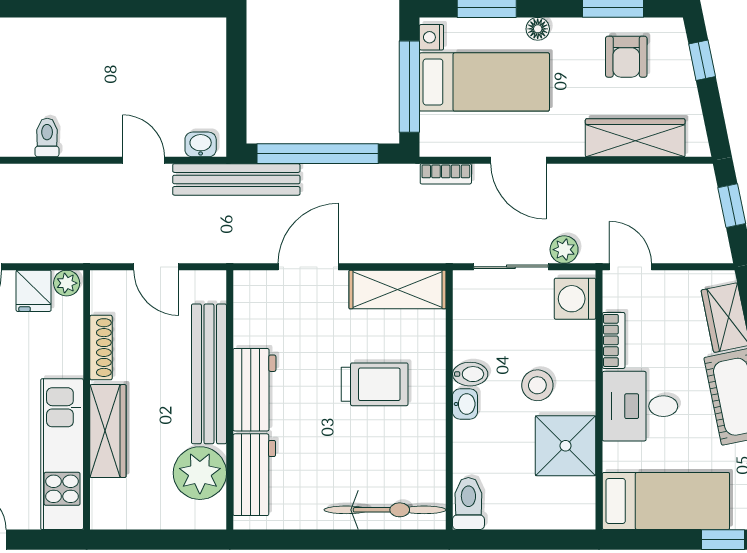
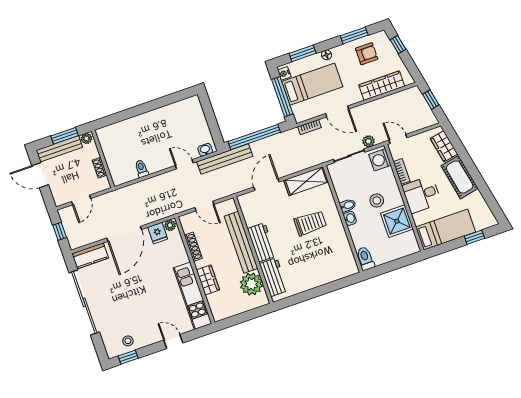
armchair: (626, 57) -> (367, 54), turned -90
wardrobe: (108, 431) -> (208, 280), width x0.67
bicycle: (385, 510) -> (332, 273), removed

